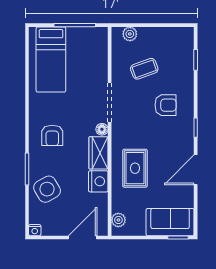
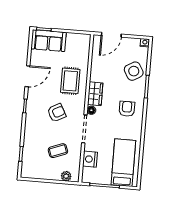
armchair: (165, 105) -> (57, 113), moved, turned 152
nightstand: (98, 181) -> (90, 159), moved
plant: (118, 220) -> (85, 45), removed

